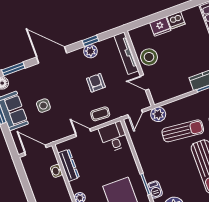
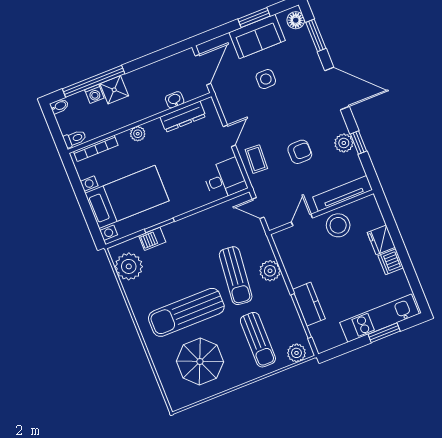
door: (52, 55) -> (337, 89), hinge flipped
plant: (158, 114) -> (270, 271), moved

